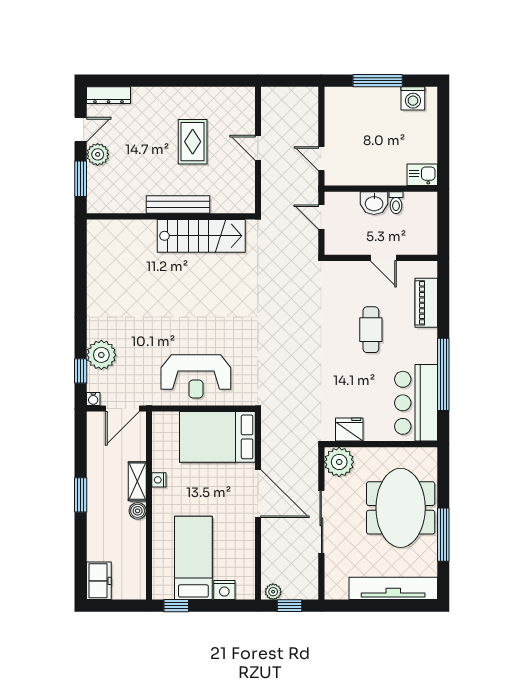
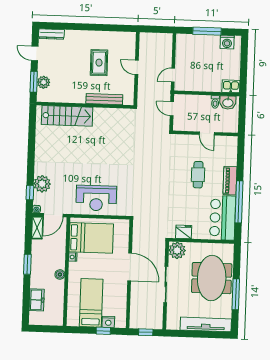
door: (81, 130) -> (35, 53), swing flipped
plant: (98, 154) -> (44, 82), moved
door: (321, 159) -> (173, 75), hinge flipped
washbasin: (374, 203) -> (228, 103), moved
bench: (178, 204) -> (104, 99), moved
stairs: (201, 236) -> (67, 116), moved
piano: (426, 303) -> (230, 181), moved
bed: (217, 437) -> (91, 238), moved, turned 180
shelving: (137, 481) -> (37, 228), moved
freezer: (99, 581) -> (37, 300), moved
plant: (273, 592) -> (136, 324), removed
window: (176, 606) -> (103, 331), moved

